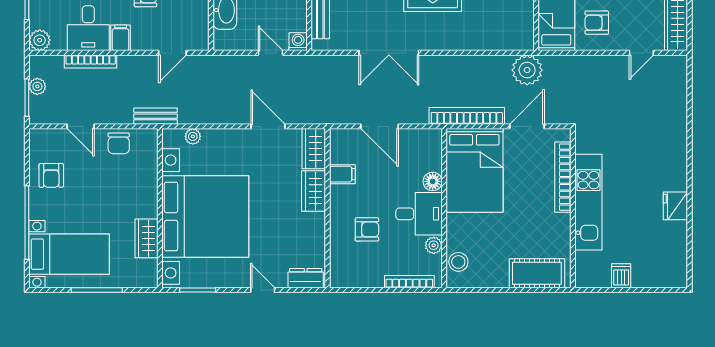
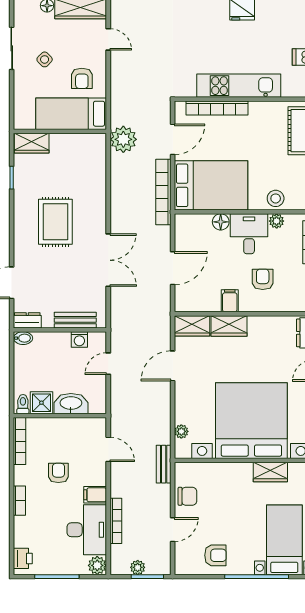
desk: (88, 28) -> (87, 530), width x1.37
washing machine: (298, 42) -> (79, 340), moved, turned -90
door: (527, 126) -> (173, 139), swing flipped
filing cabinet: (342, 174) -> (230, 301), moved
stool: (458, 262) -> (276, 198), moved

